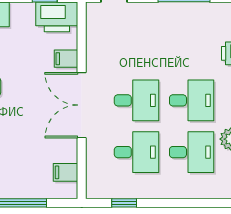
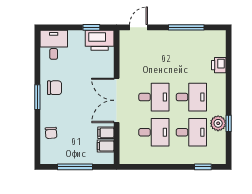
filing cabinet: (66, 59) -> (106, 133), moved
window: (124, 203) -> (203, 167), moved

